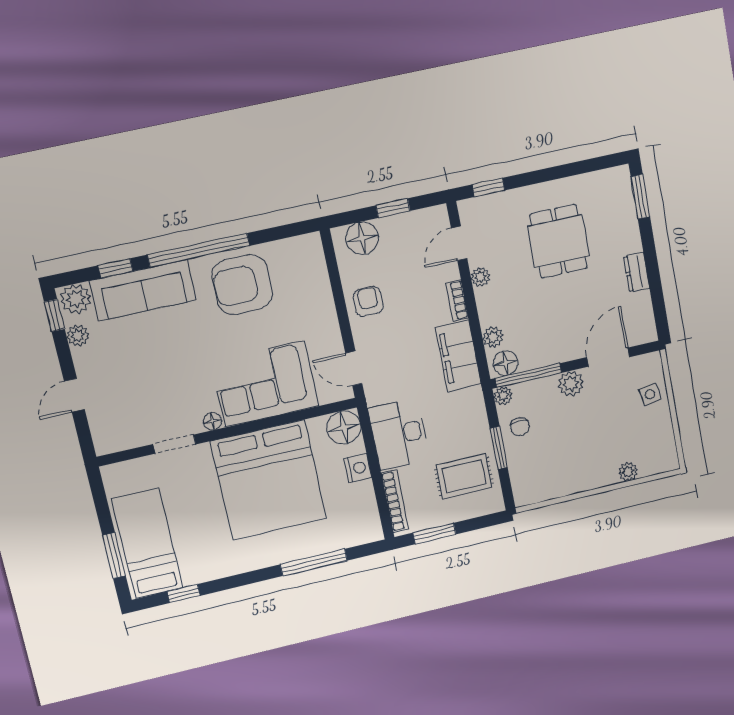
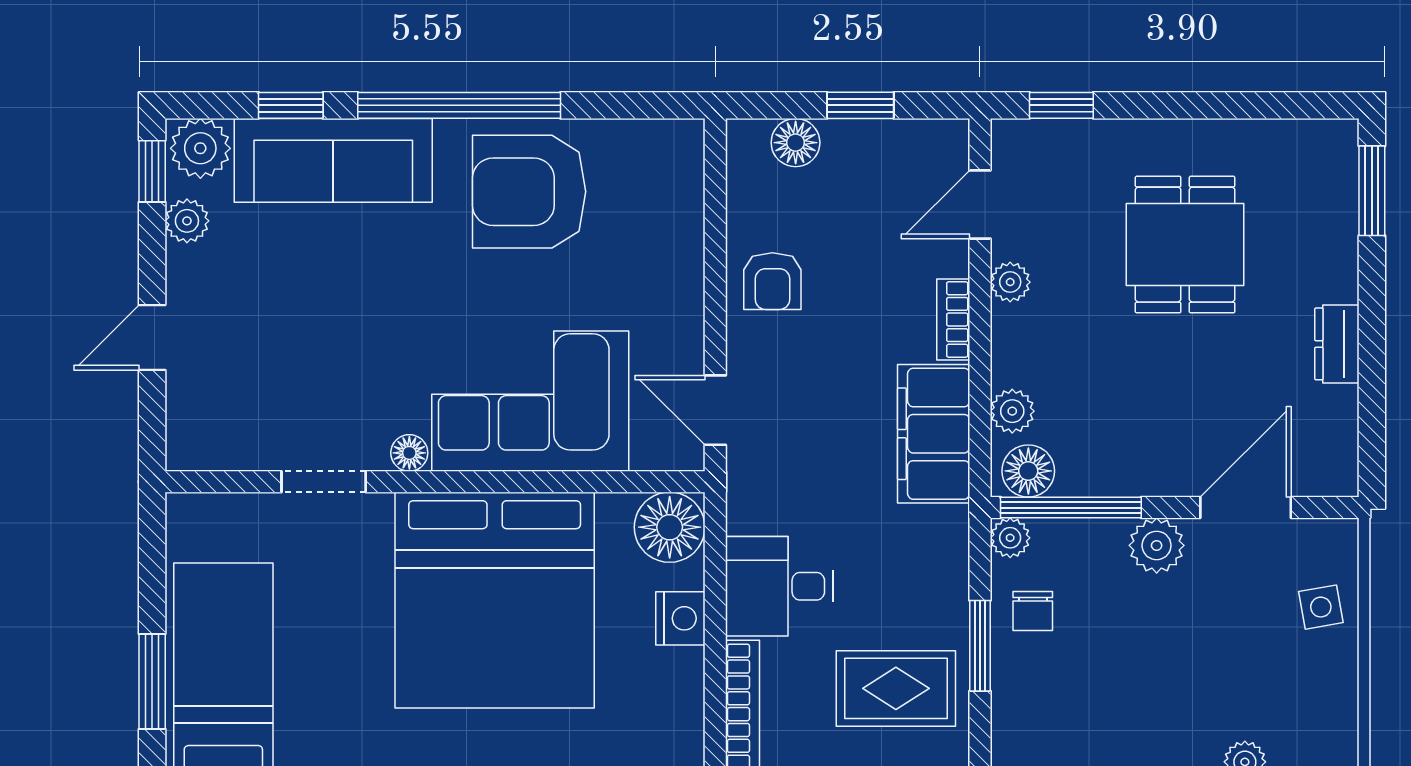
floor lamp: (362, 238) -> (796, 143), width x0.73, depth x0.73
armchair: (368, 301) -> (772, 281), turned 180
desk: (399, 434) -> (779, 586), width x0.73

